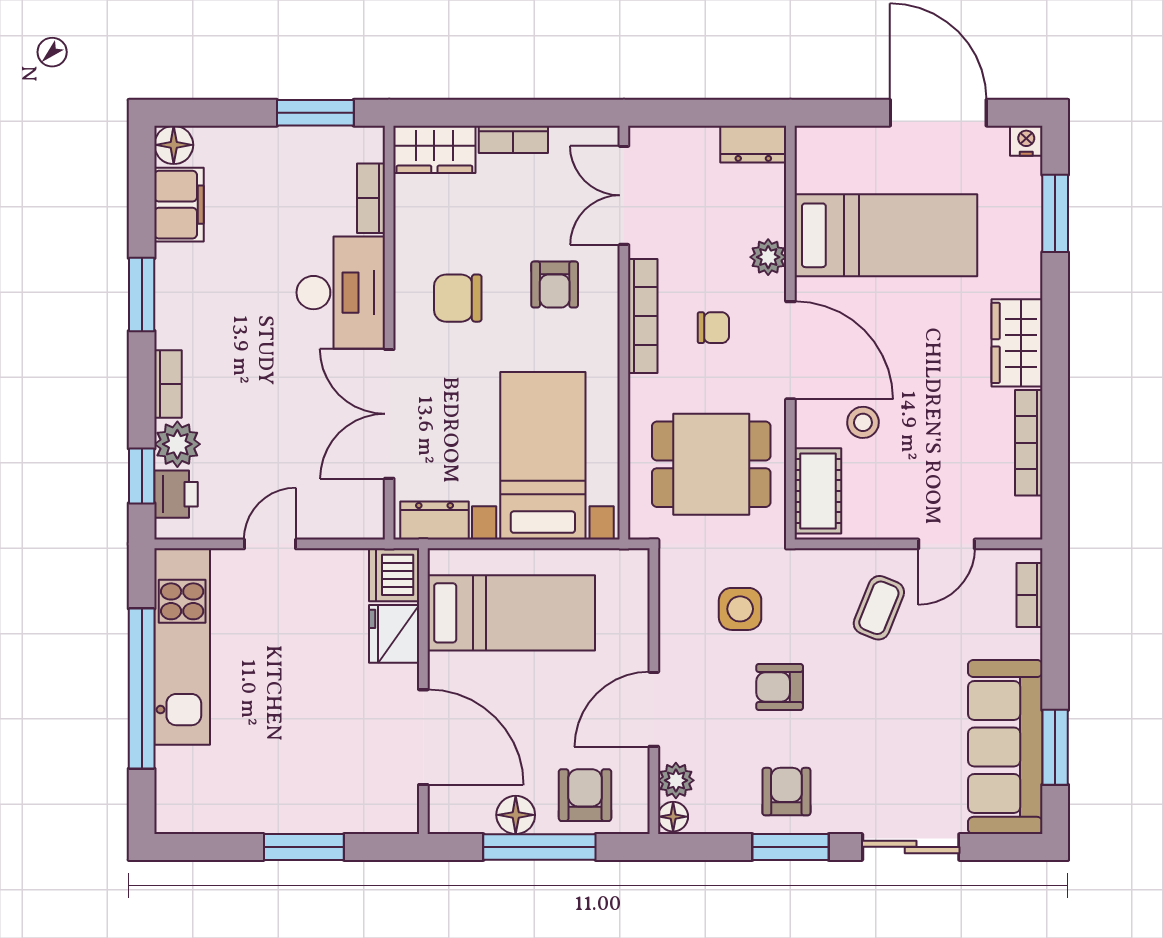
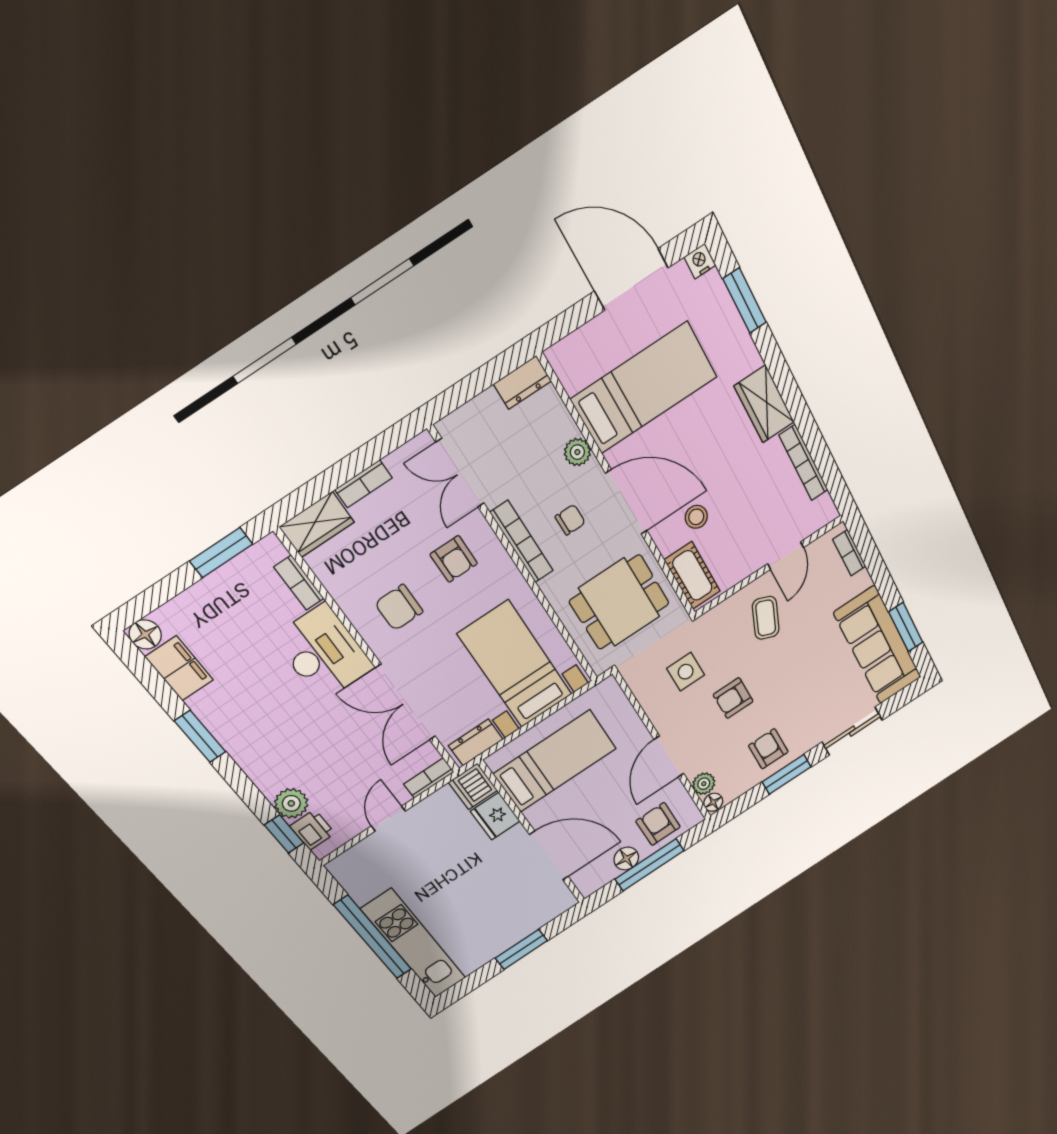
bookcase: (168, 384) -> (429, 778), moved, turned -90
kitchen unit: (182, 647) -> (414, 944), moved

